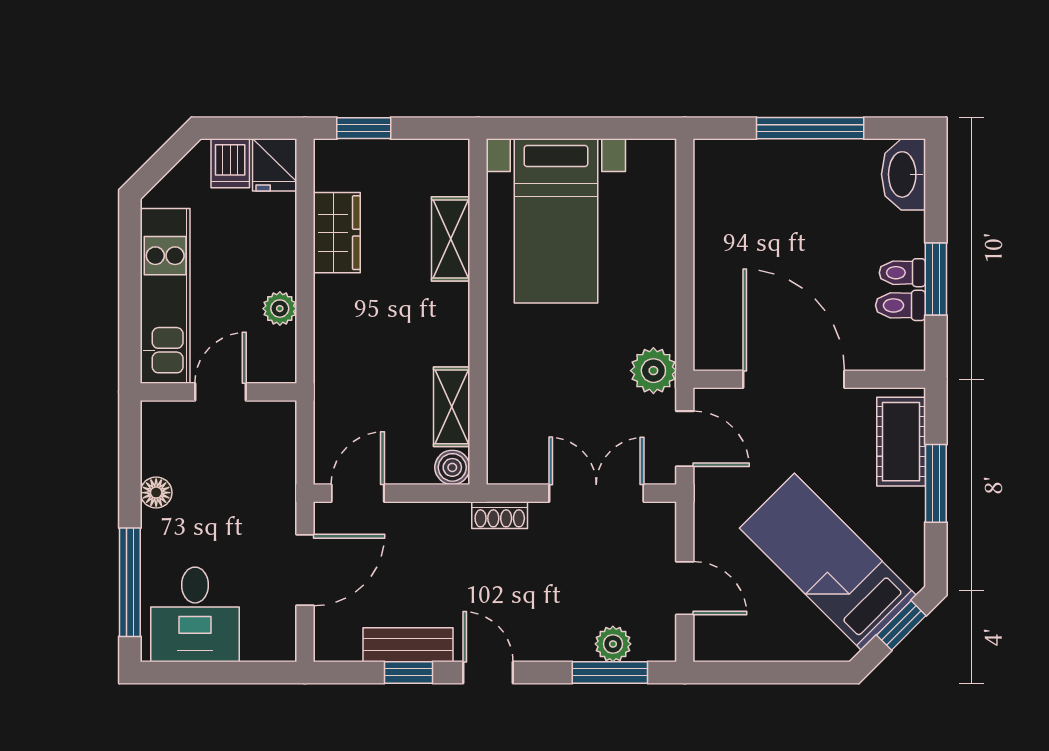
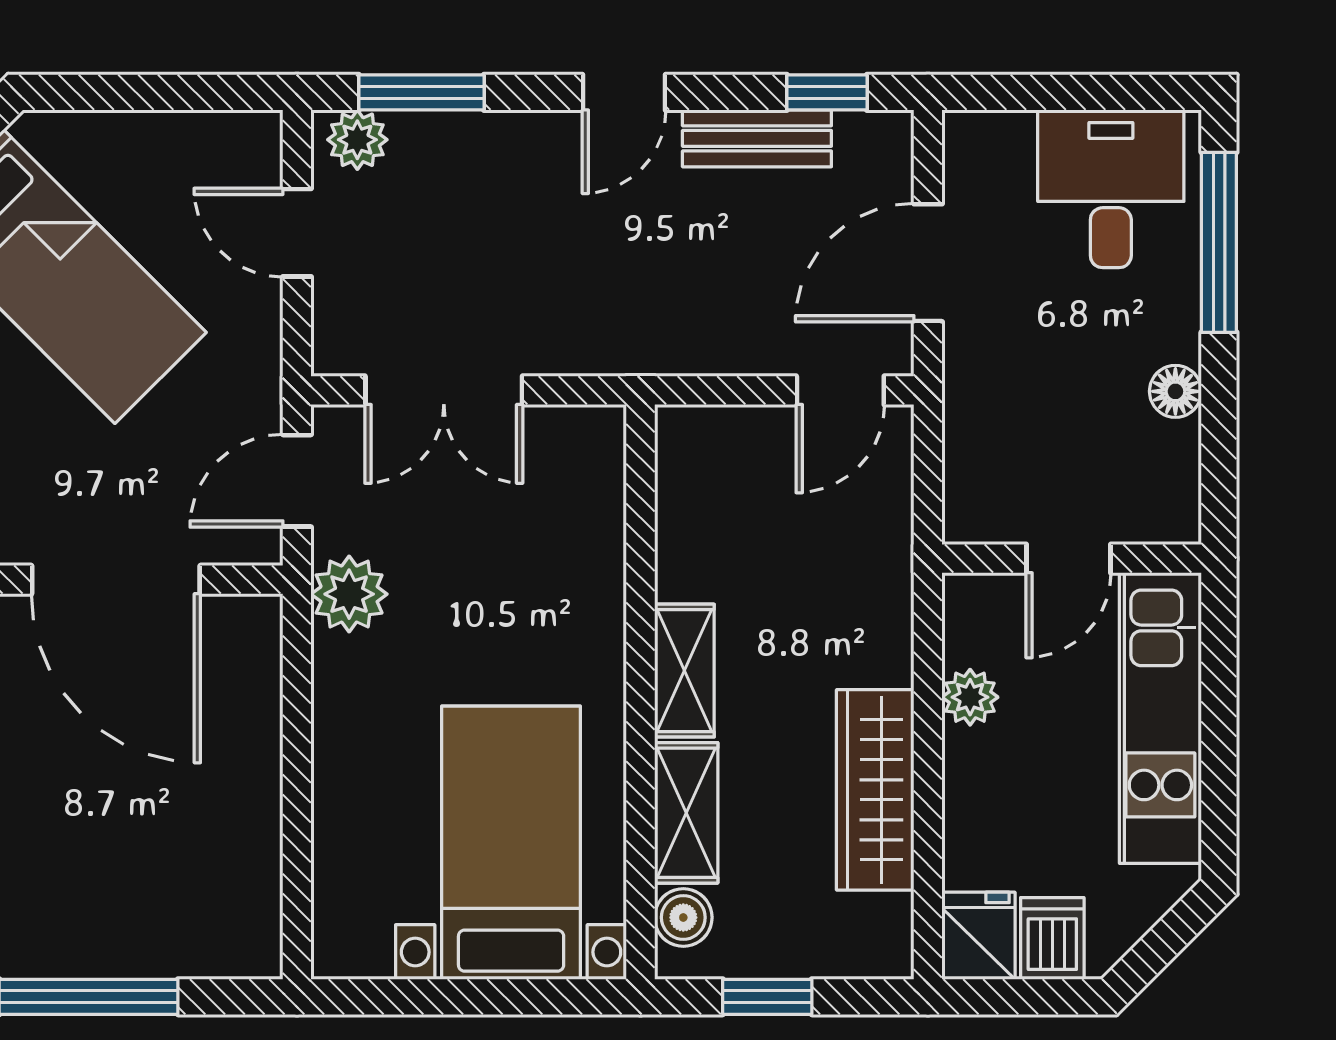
window: (364, 128) -> (767, 997), moved
wardrobe: (337, 233) -> (875, 790), width x1.50
shelving: (452, 407) -> (684, 671), moved
door: (685, 439) -> (297, 481), hinge flipped
boiler: (452, 467) -> (683, 917), moved
shoe rack: (500, 515) -> (604, 354), removed
plant: (613, 644) -> (357, 140), moved
window: (409, 672) -> (827, 92), moved
door: (488, 672) -> (624, 92), hinge flipped

